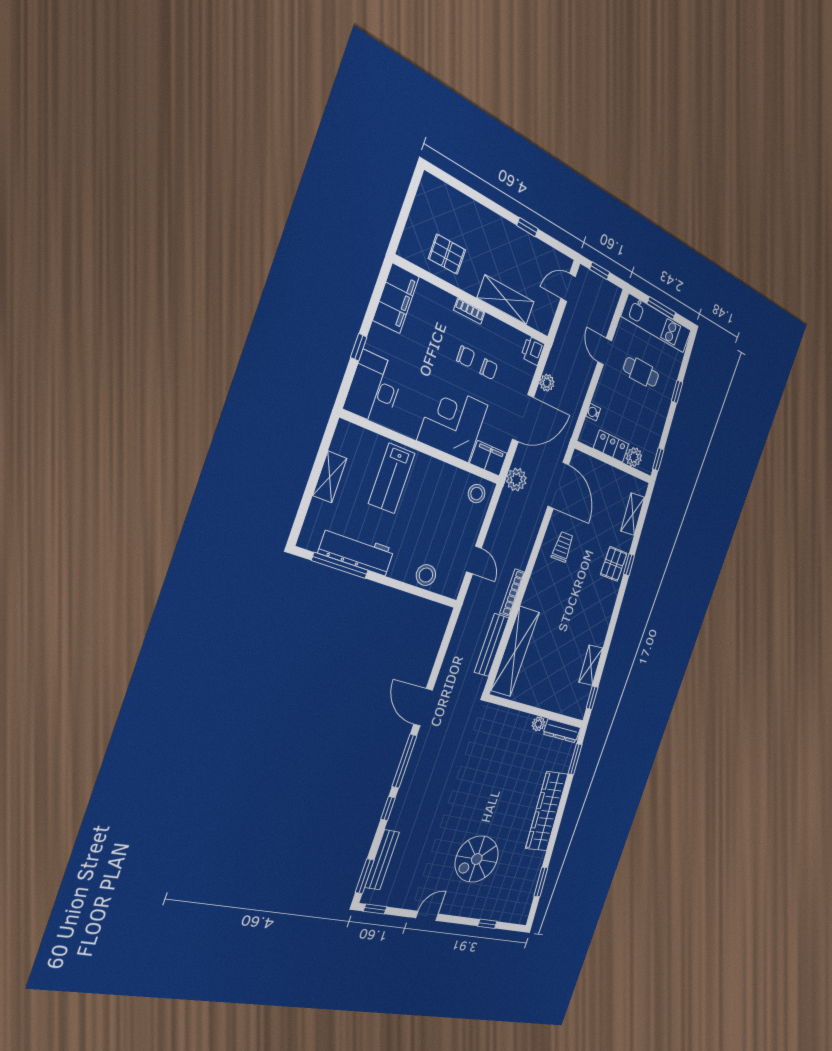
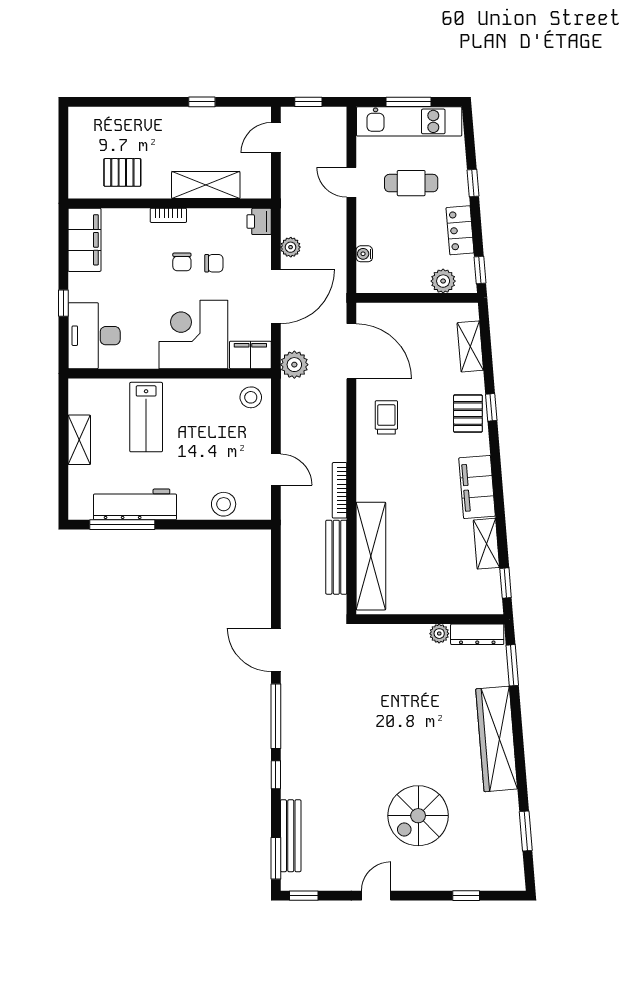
chair: (466, 356) -> (182, 262), turned 90
locker: (611, 446) -> (460, 230), moved, turned -95
filing cabinet: (600, 621) -> (477, 487), added

